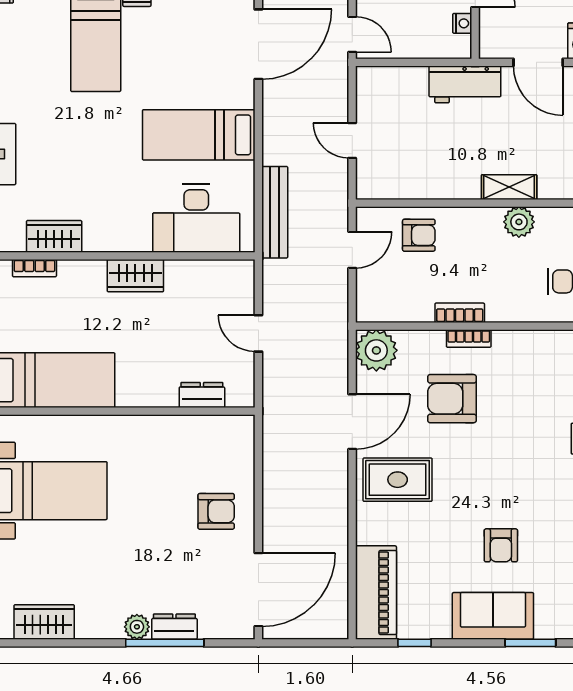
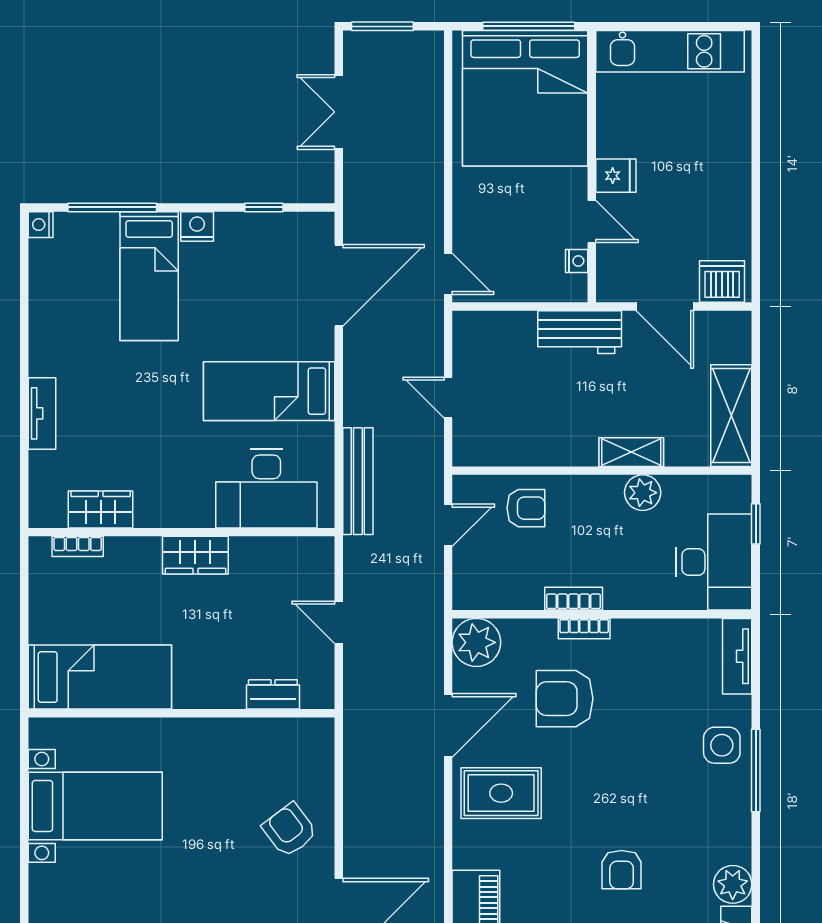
armchair: (216, 511) -> (290, 830), turned -127

